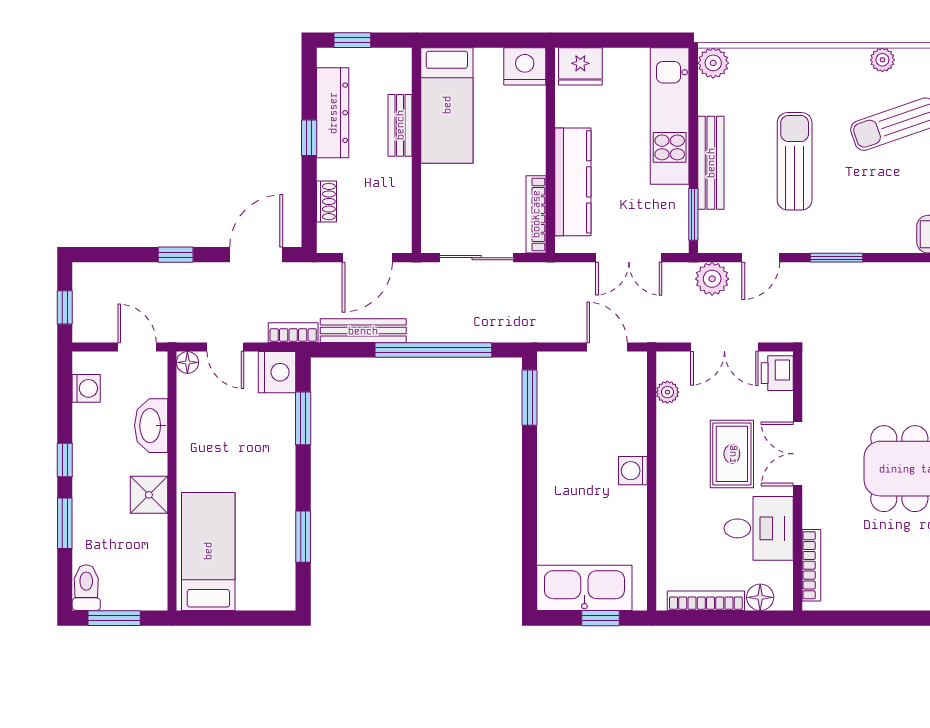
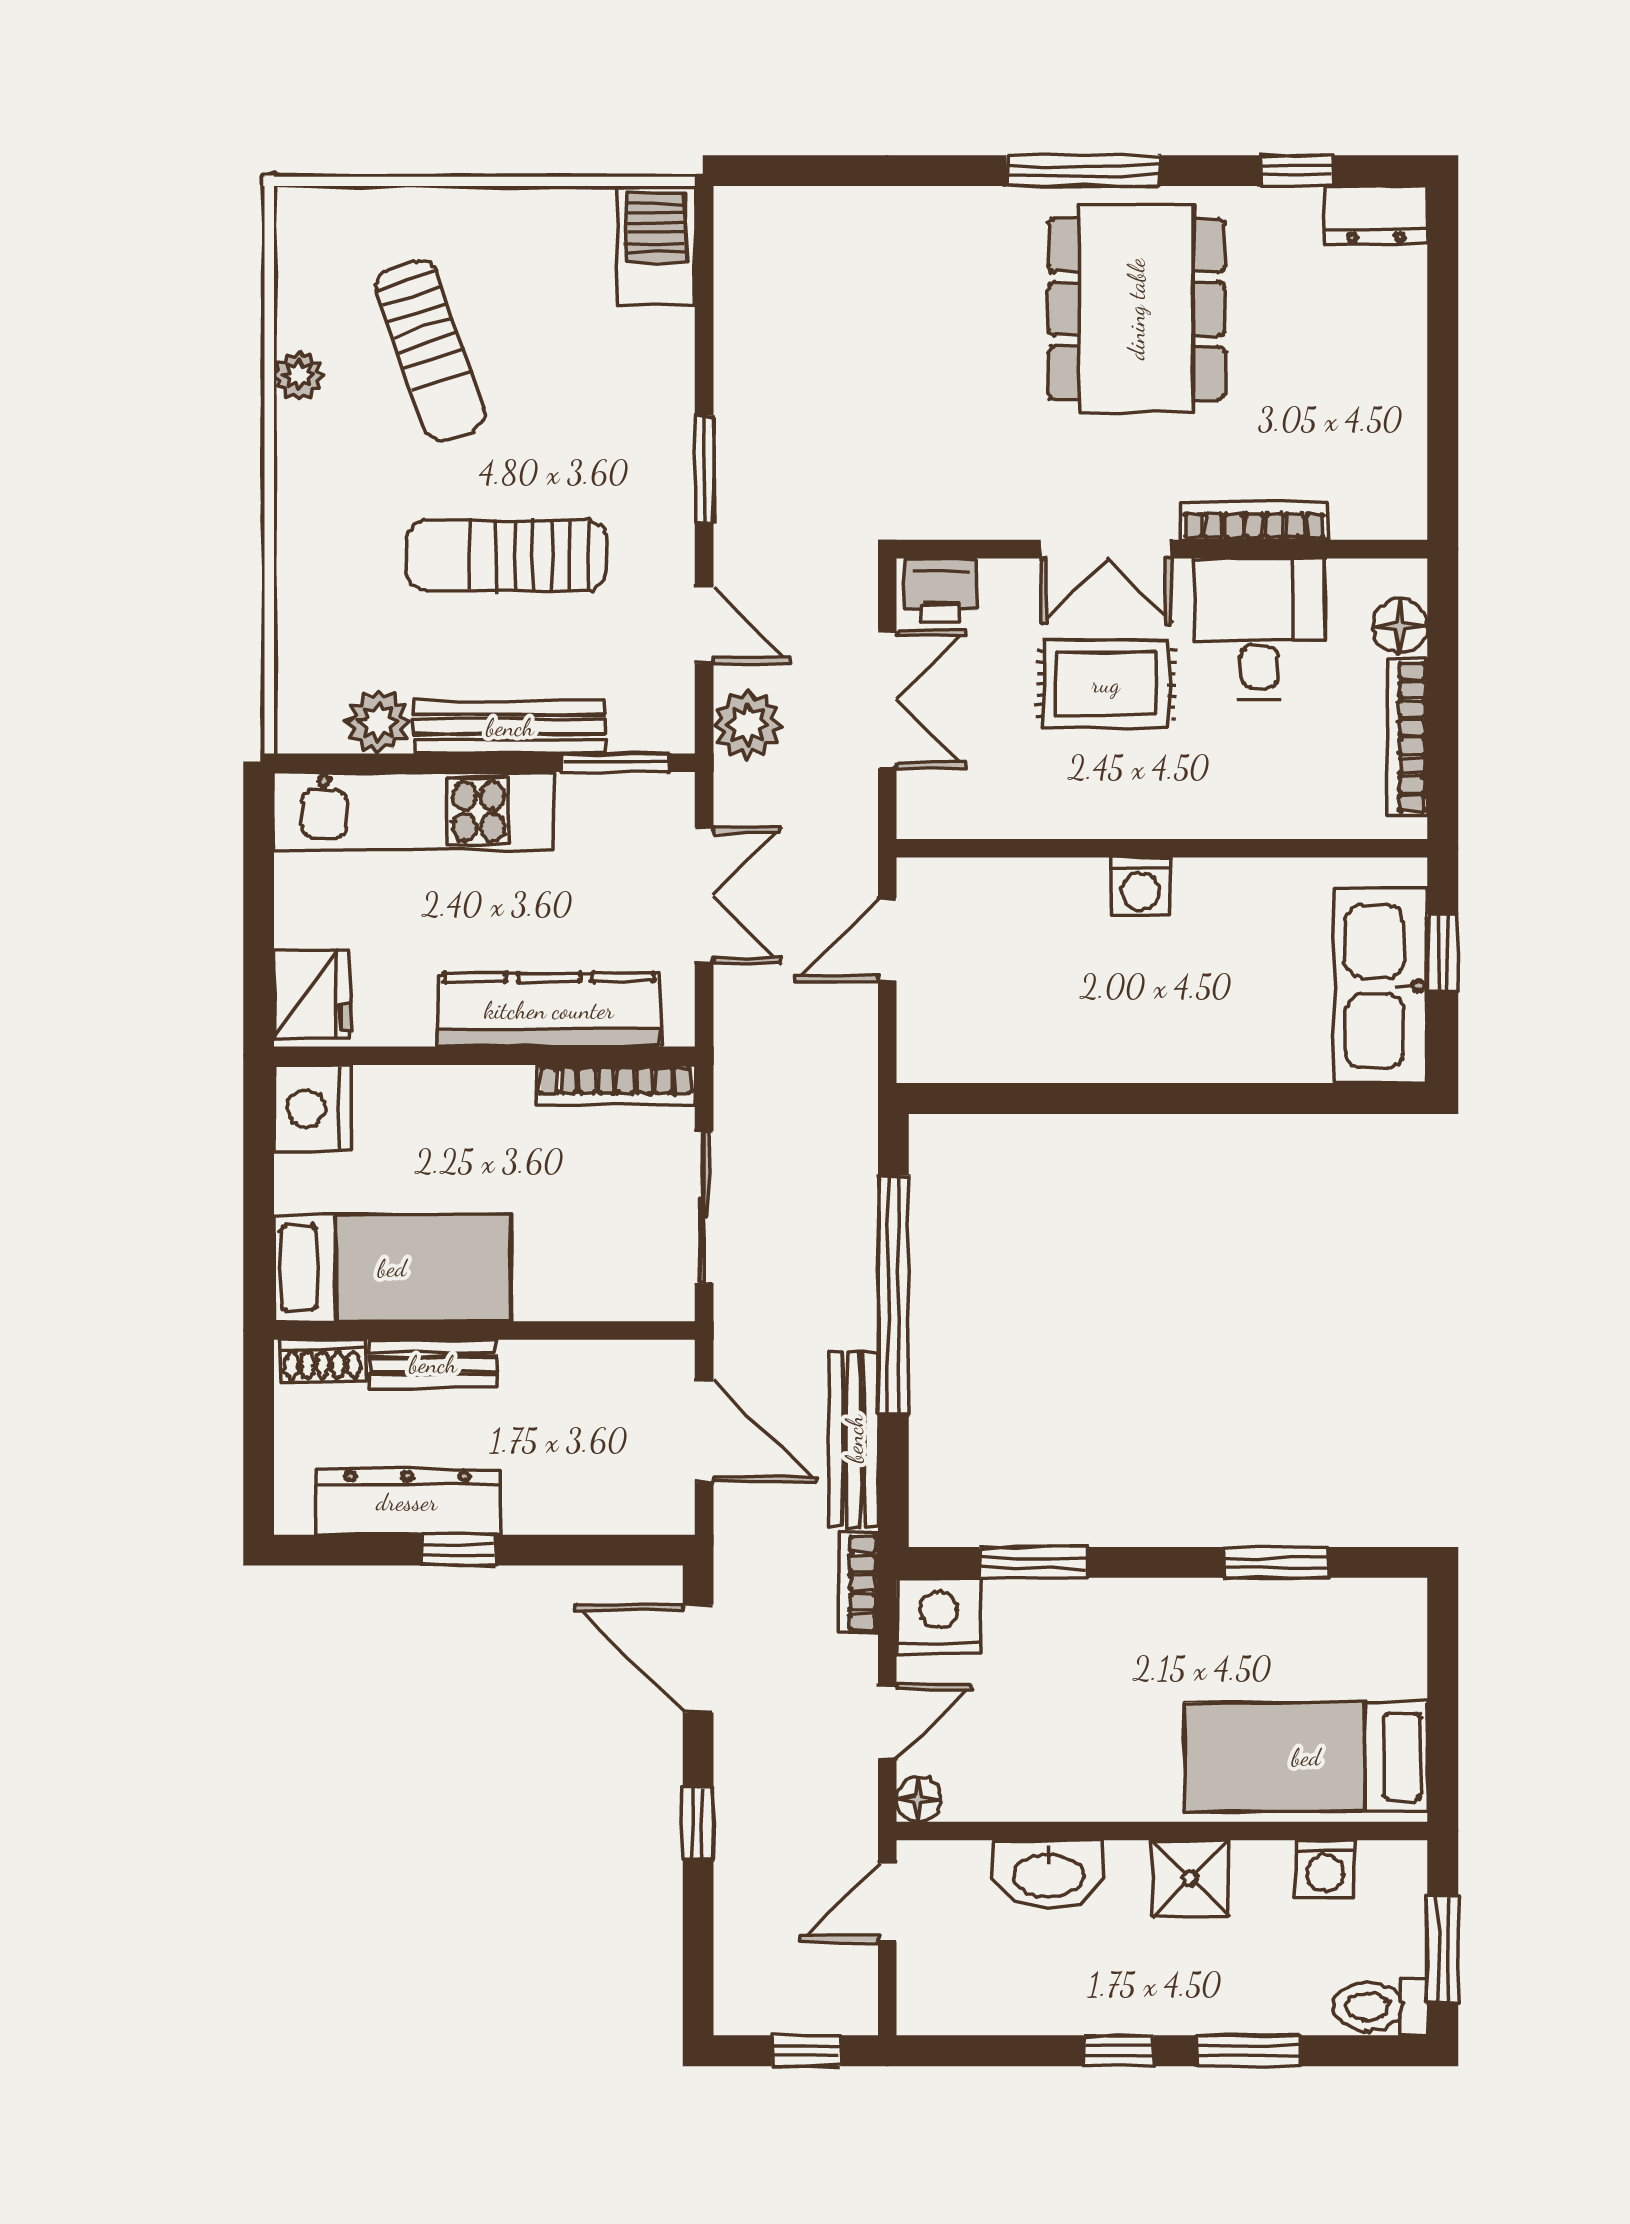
window: (352, 40) -> (259, 1461), removed
plant: (713, 63) -> (378, 722), moved
shoe rack: (326, 202) -> (323, 1360), moved, turned 180
washing machine: (86, 388) -> (1325, 1869), moved, turned 180
plant: (667, 392) -> (980, 816), removed
window: (530, 398) -> (991, 1098), removed
bookcase: (811, 565) -> (1254, 521), moved

